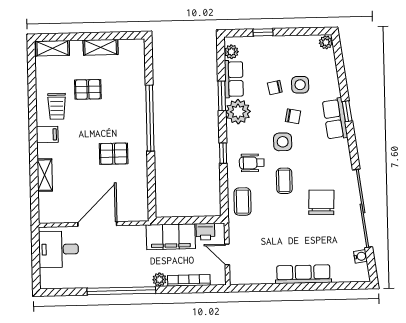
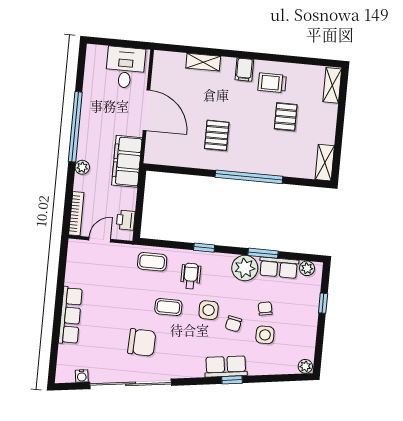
shelving: (101, 47) -> (325, 163), moved
filing cabinet: (171, 237) -> (127, 161), moved
bookcase: (189, 280) -> (76, 214), moved

